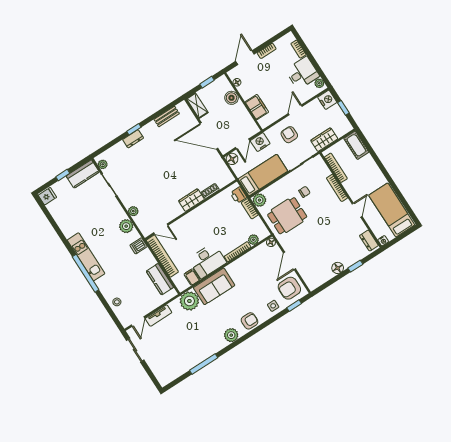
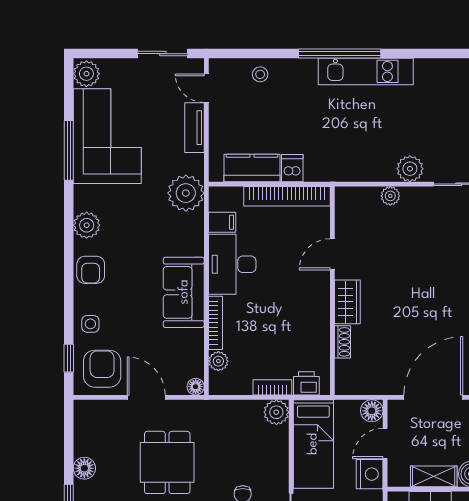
shelving: (243, 114) -> (434, 476), added
door: (242, 144) -> (385, 443), hinge flipped
dining table: (287, 216) -> (167, 462), moved
plant: (126, 226) -> (410, 169), moved
door: (161, 229) -> (332, 254), moved
dishwasher: (139, 246) -> (292, 168), moved
sofa: (214, 286) -> (184, 292), moved
corner sofa: (187, 351) -> (107, 136), added
plant: (165, 378) -> (86, 74), added

